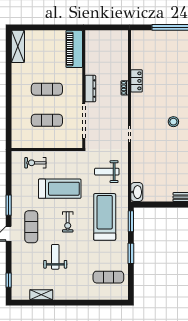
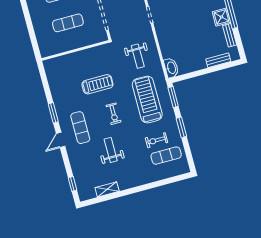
exercise bike: (35, 163) -> (157, 140), moved
weight bench: (107, 172) -> (138, 56), turned -90
treadmill: (60, 189) -> (97, 84), width x0.73, depth x0.73

